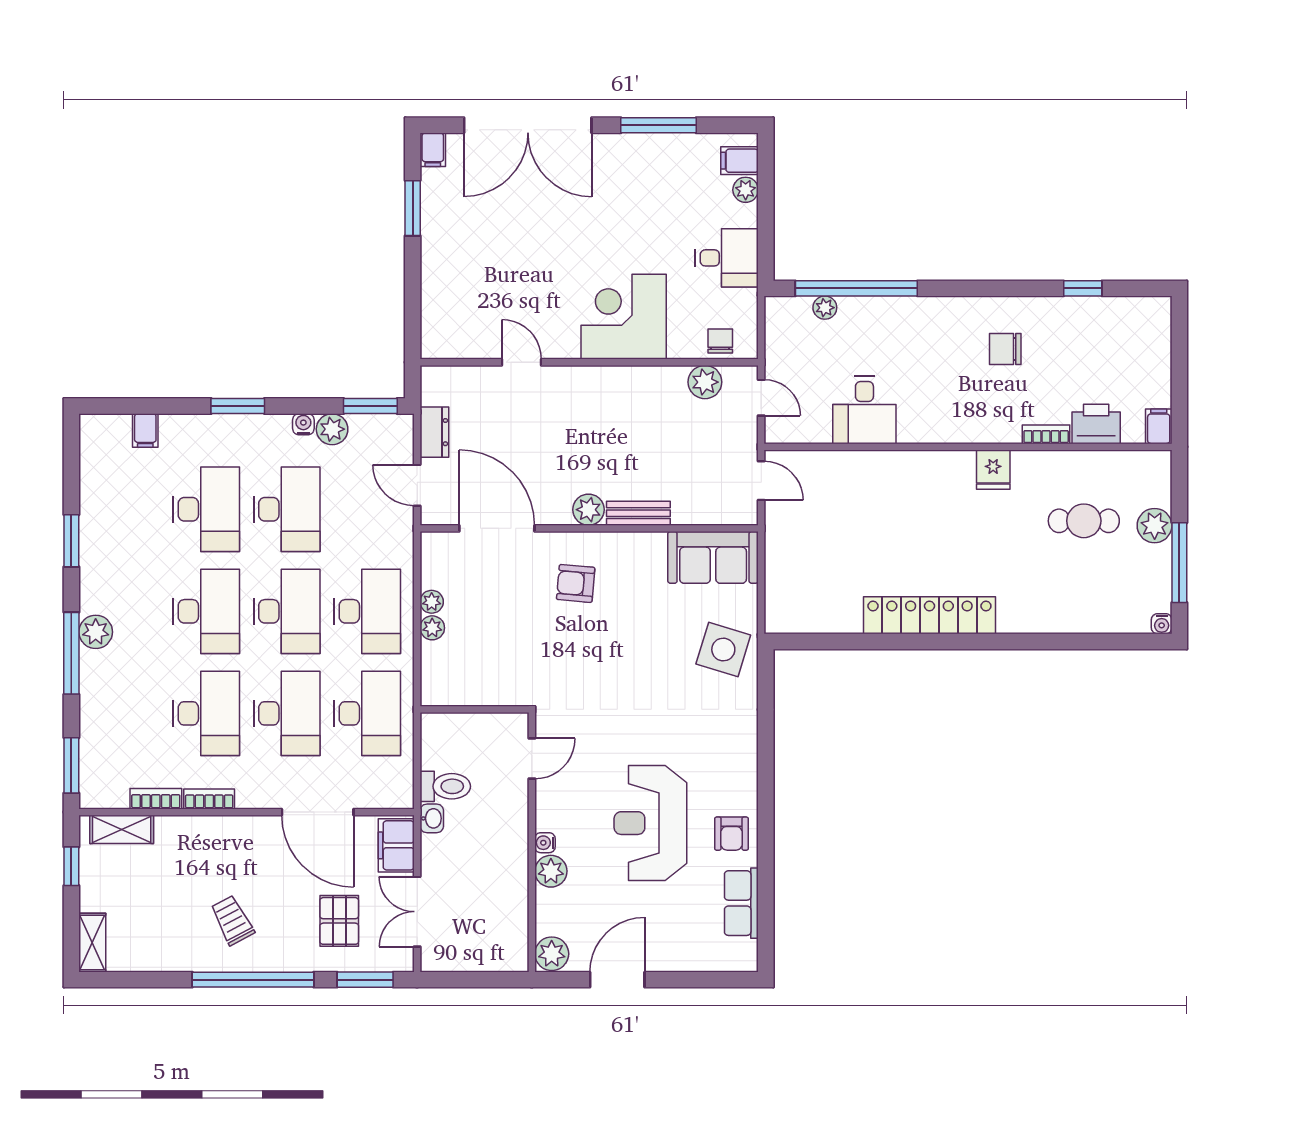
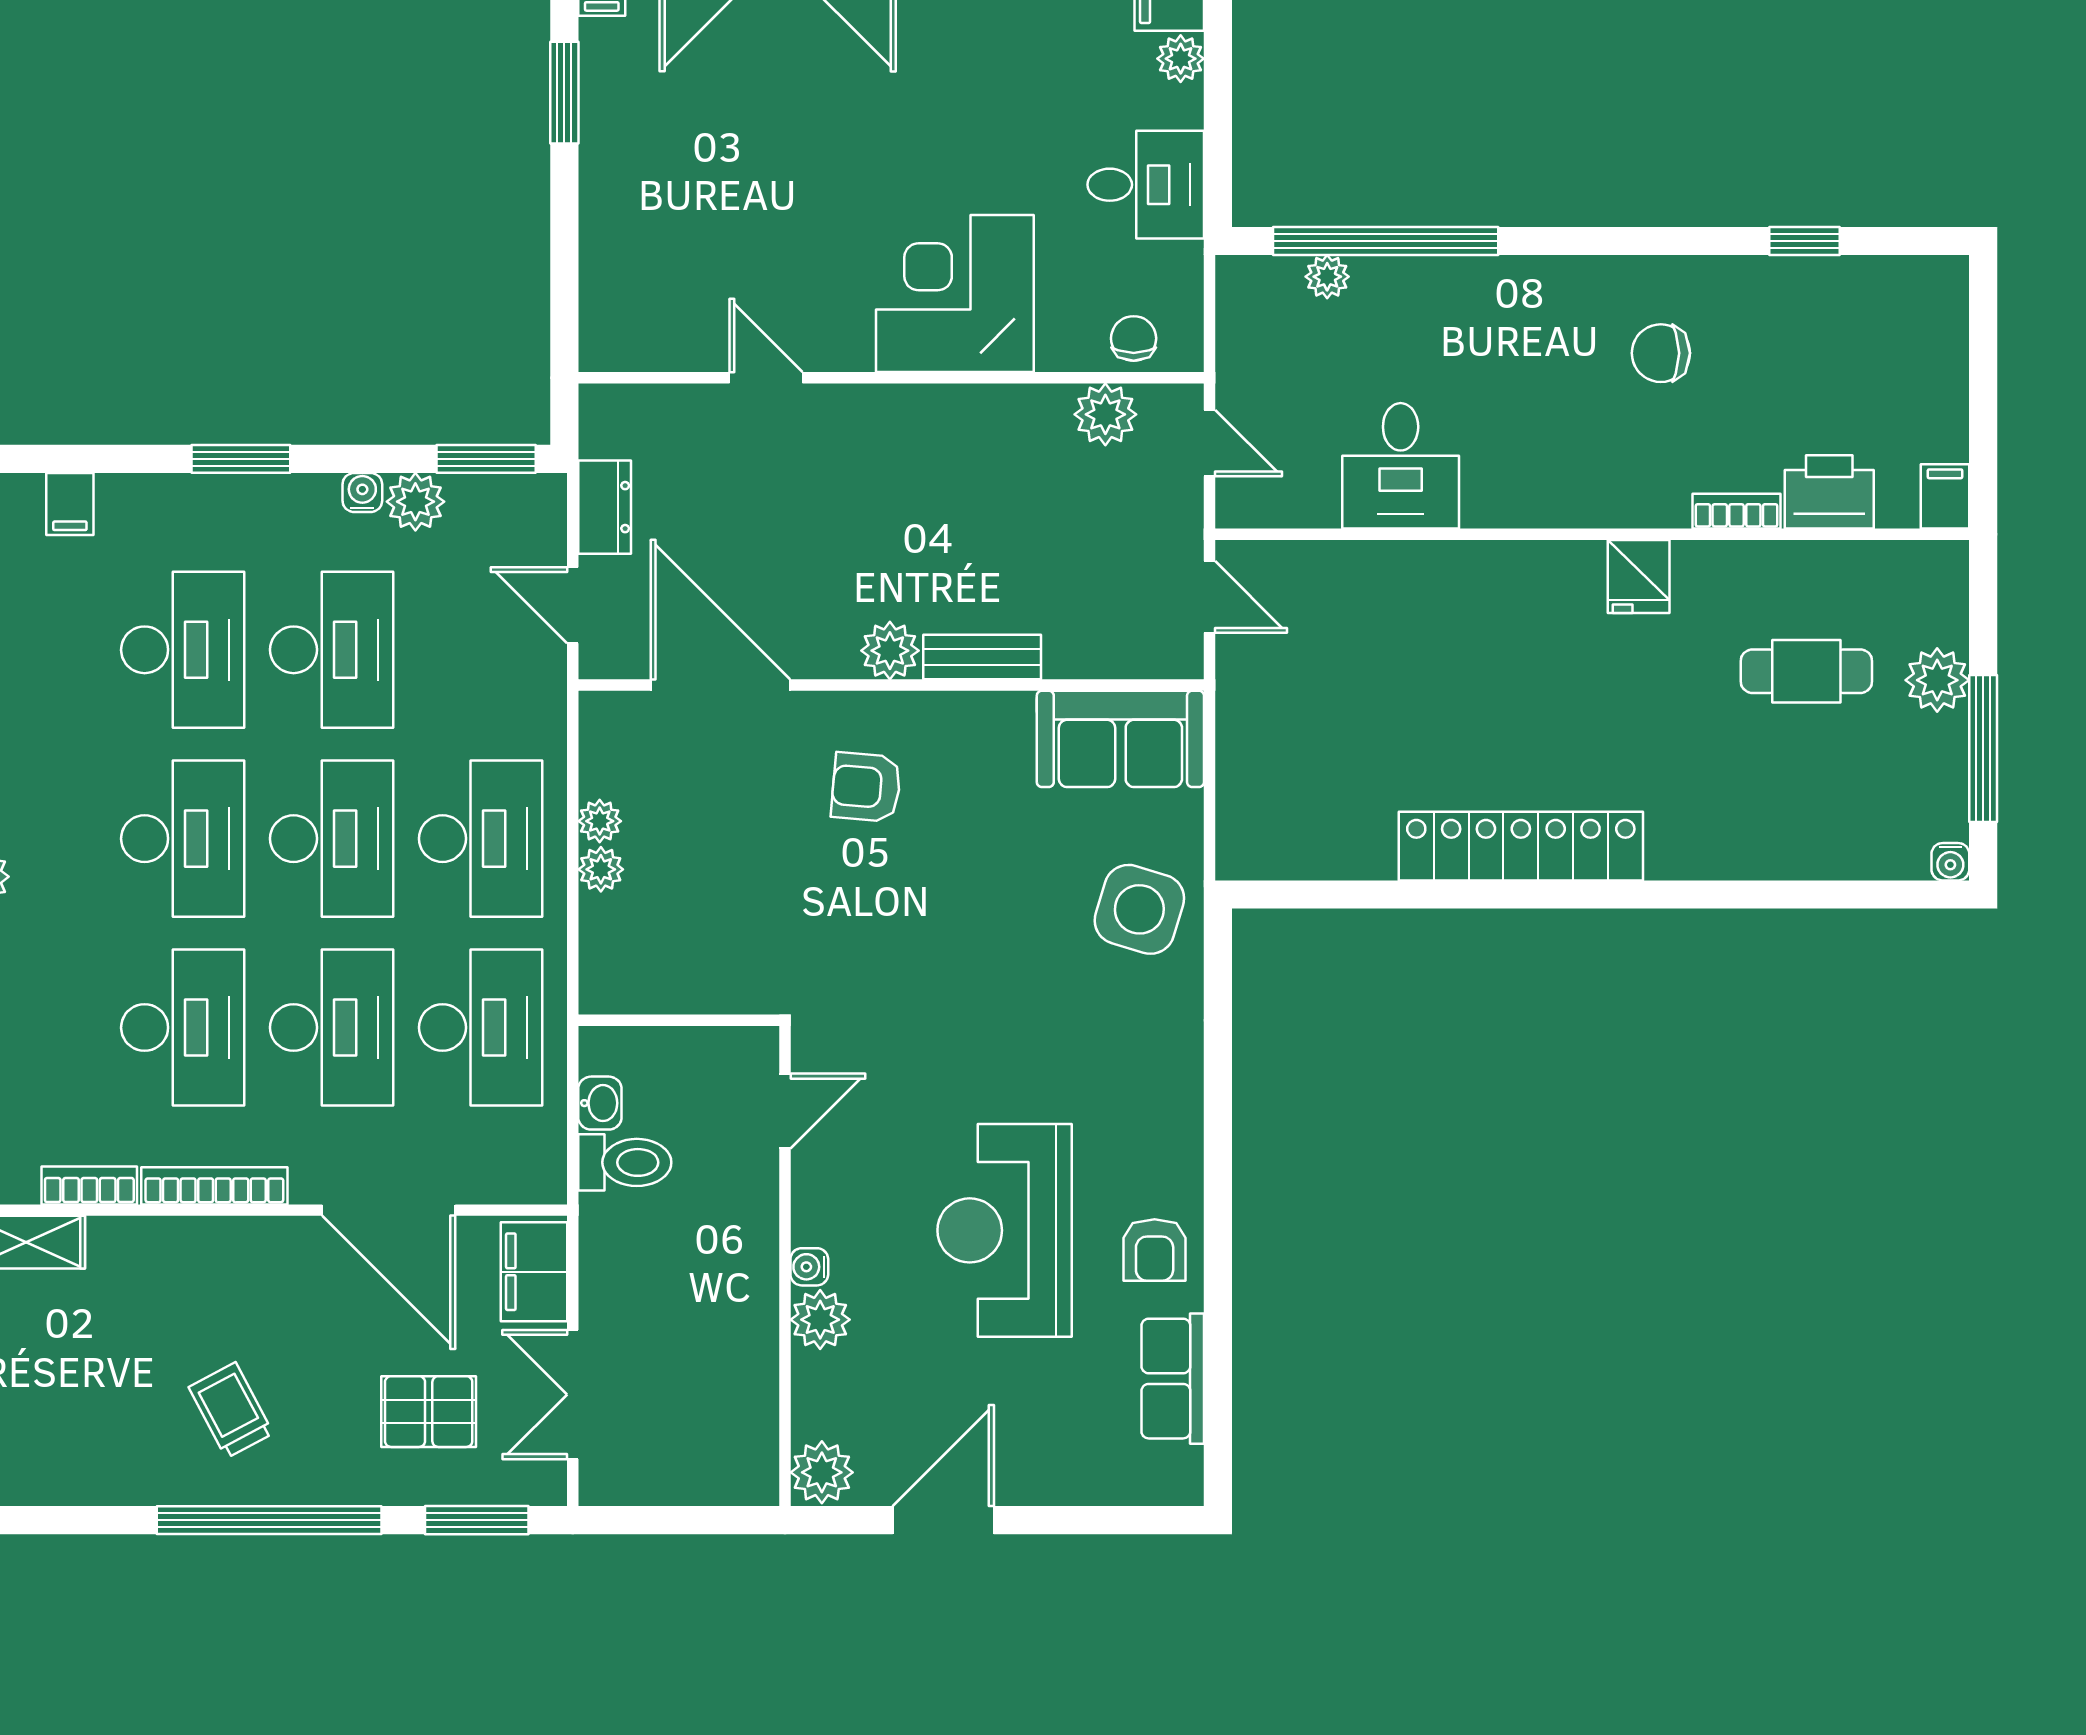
bookcase: (209, 799) -> (214, 1186), width x1.56
washbasin: (432, 818) -> (600, 1103), moved
pallet: (339, 921) -> (429, 1412), turned 90

